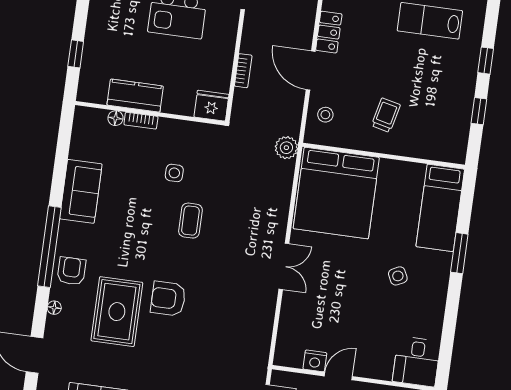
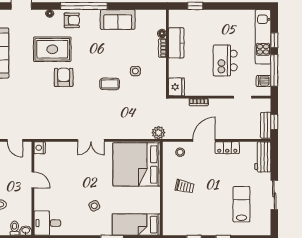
nightstand: (315, 361) -> (40, 148), moved

